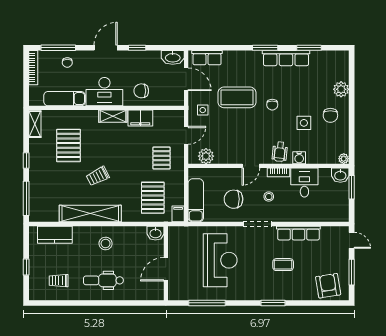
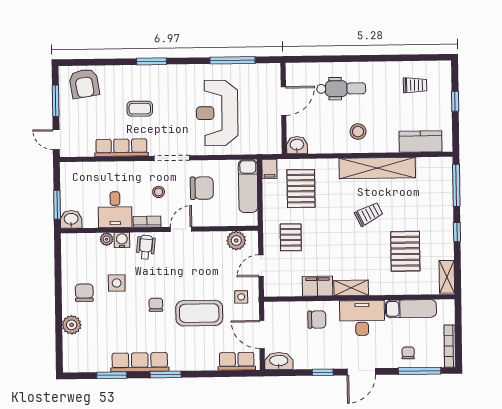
plant: (344, 159) -> (107, 239), moved
dental chair: (103, 280) -> (341, 89), moved

